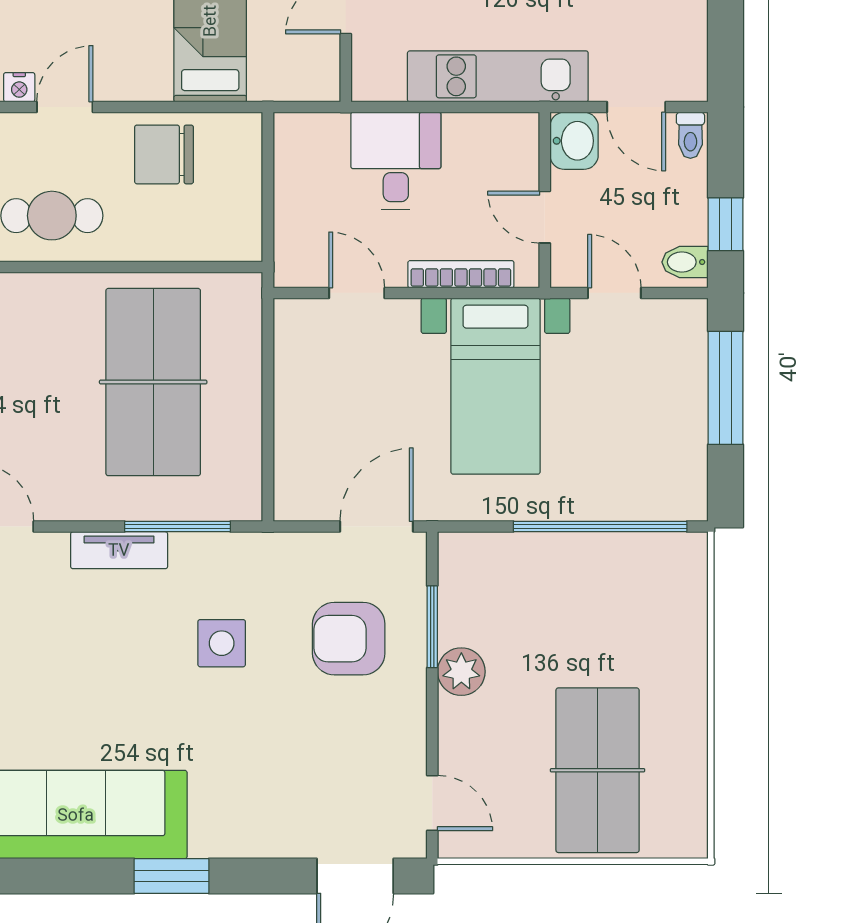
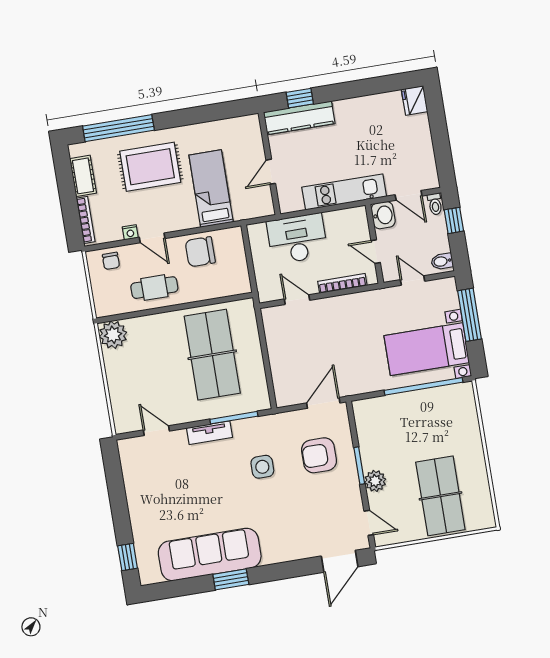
door: (65, 107) -> (152, 238), swing flipped
desk: (396, 161) -> (297, 239), width x1.37
window: (725, 224) -> (454, 220), moved
bed with nightstands: (496, 386) -> (427, 349), moved, turned 90
window: (432, 627) -> (359, 466), moved
plant: (461, 672) -> (375, 481), moved
window: (171, 876) -> (231, 579), moved

